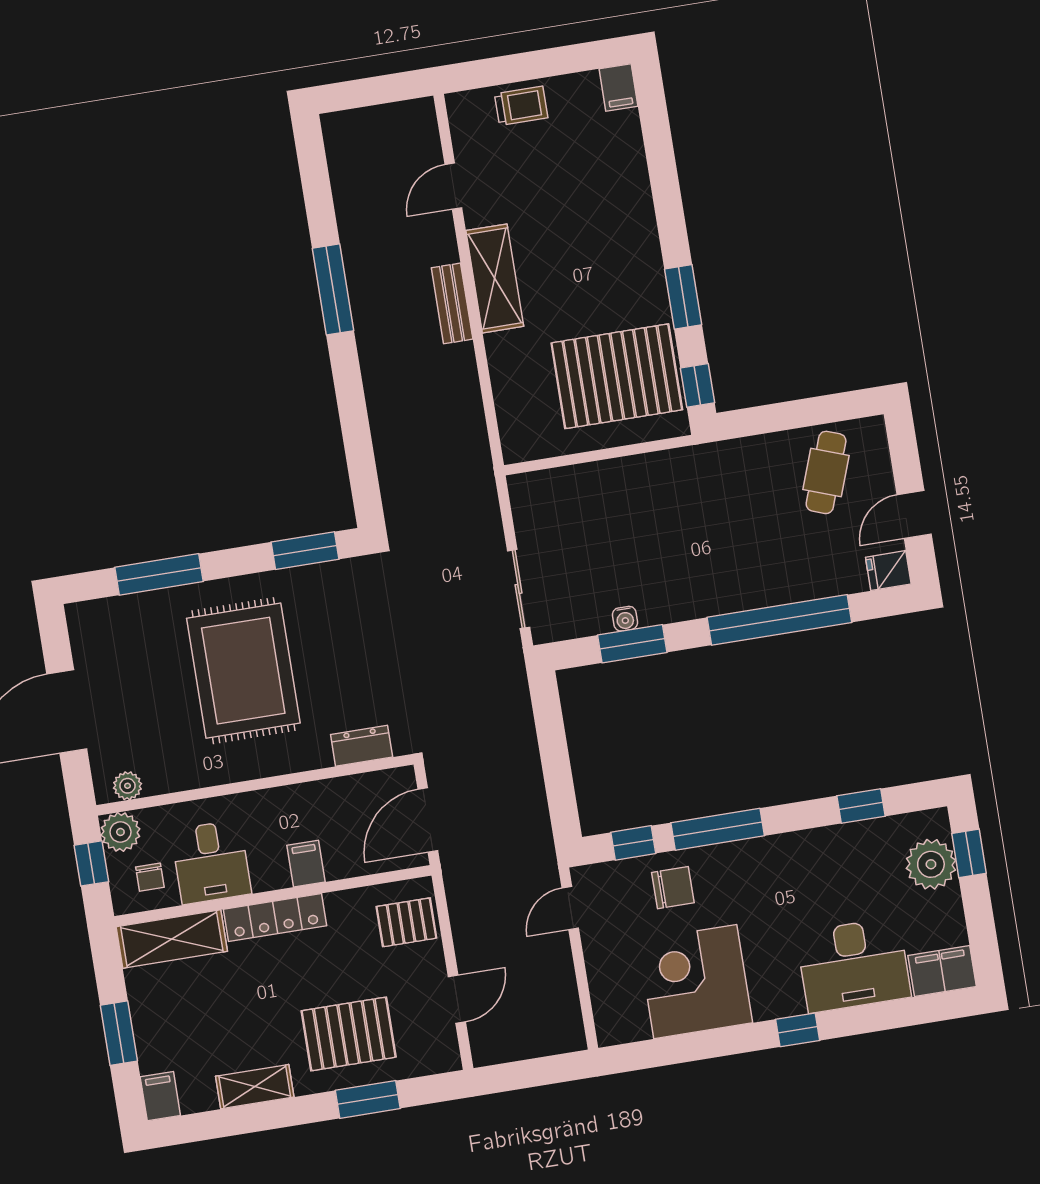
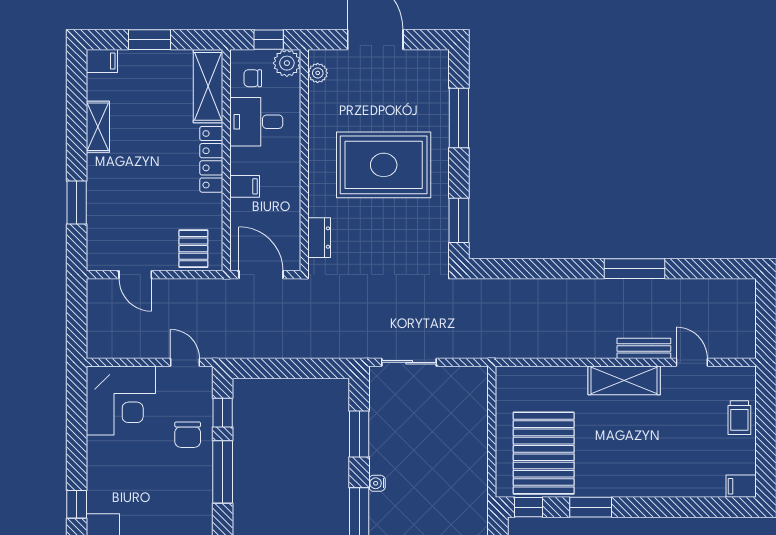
bench: (452, 303) -> (644, 348), moved
water cooler: (625, 619) -> (377, 483), moved
corner desk: (695, 982) -> (121, 401), moved, turned 90
pallet: (349, 1034) -> (123, 197), removed

